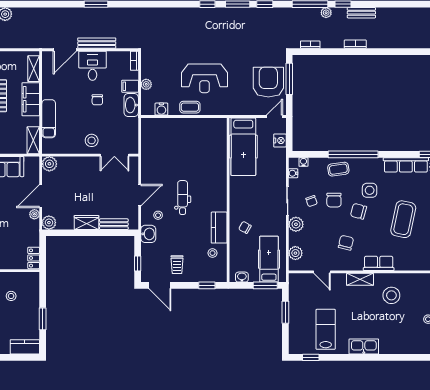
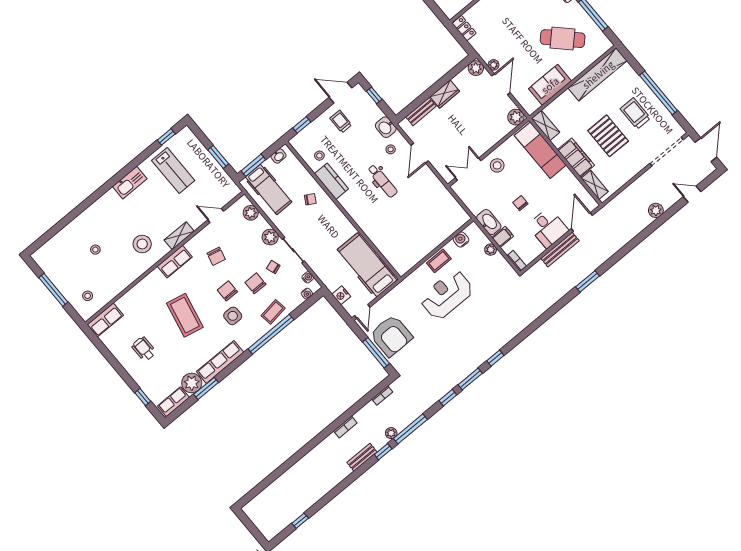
exam couch: (49, 119) -> (540, 150), width x1.36, depth x1.45
chair: (358, 211) -> (227, 291), turned -105

